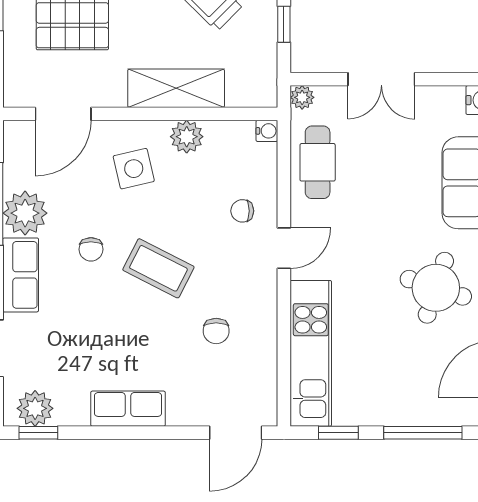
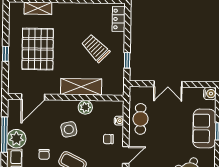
plant: (302, 97) -> (134, 91), removed
water cooler: (267, 131) -> (119, 121), moved
side table: (134, 169) -> (69, 129), moved

